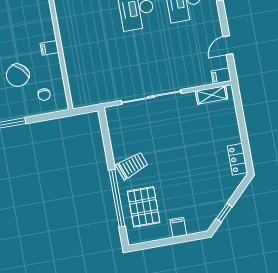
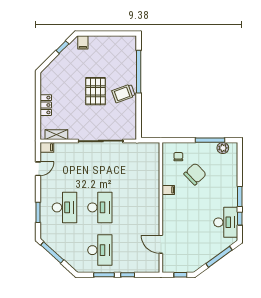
locker: (237, 159) -> (46, 105), moved
pallet: (144, 207) -> (96, 91), moved
filing cabinet: (178, 227) -> (83, 42), moved

